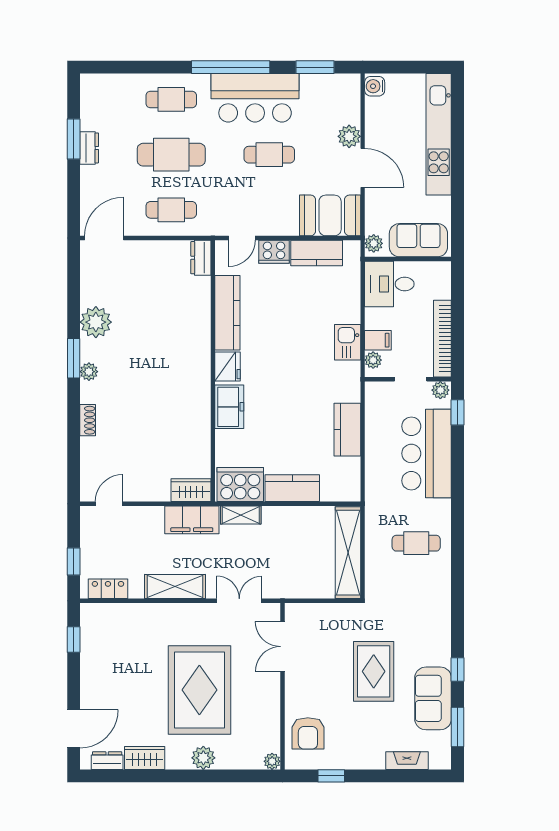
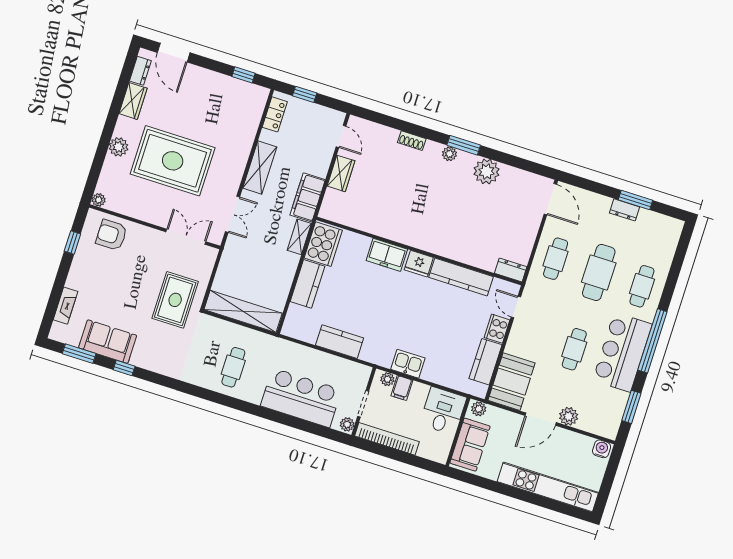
window: (458, 412) -> (325, 432), removed
wardrobe: (191, 490) -> (341, 173), moved
rug: (374, 671) -> (175, 300), moved, turned 90

